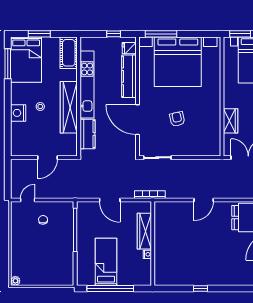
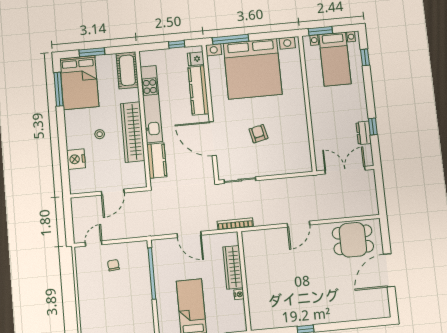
nightstand: (18, 113) -> (76, 159), moved
wardrobe: (231, 121) -> (320, 130), removed

